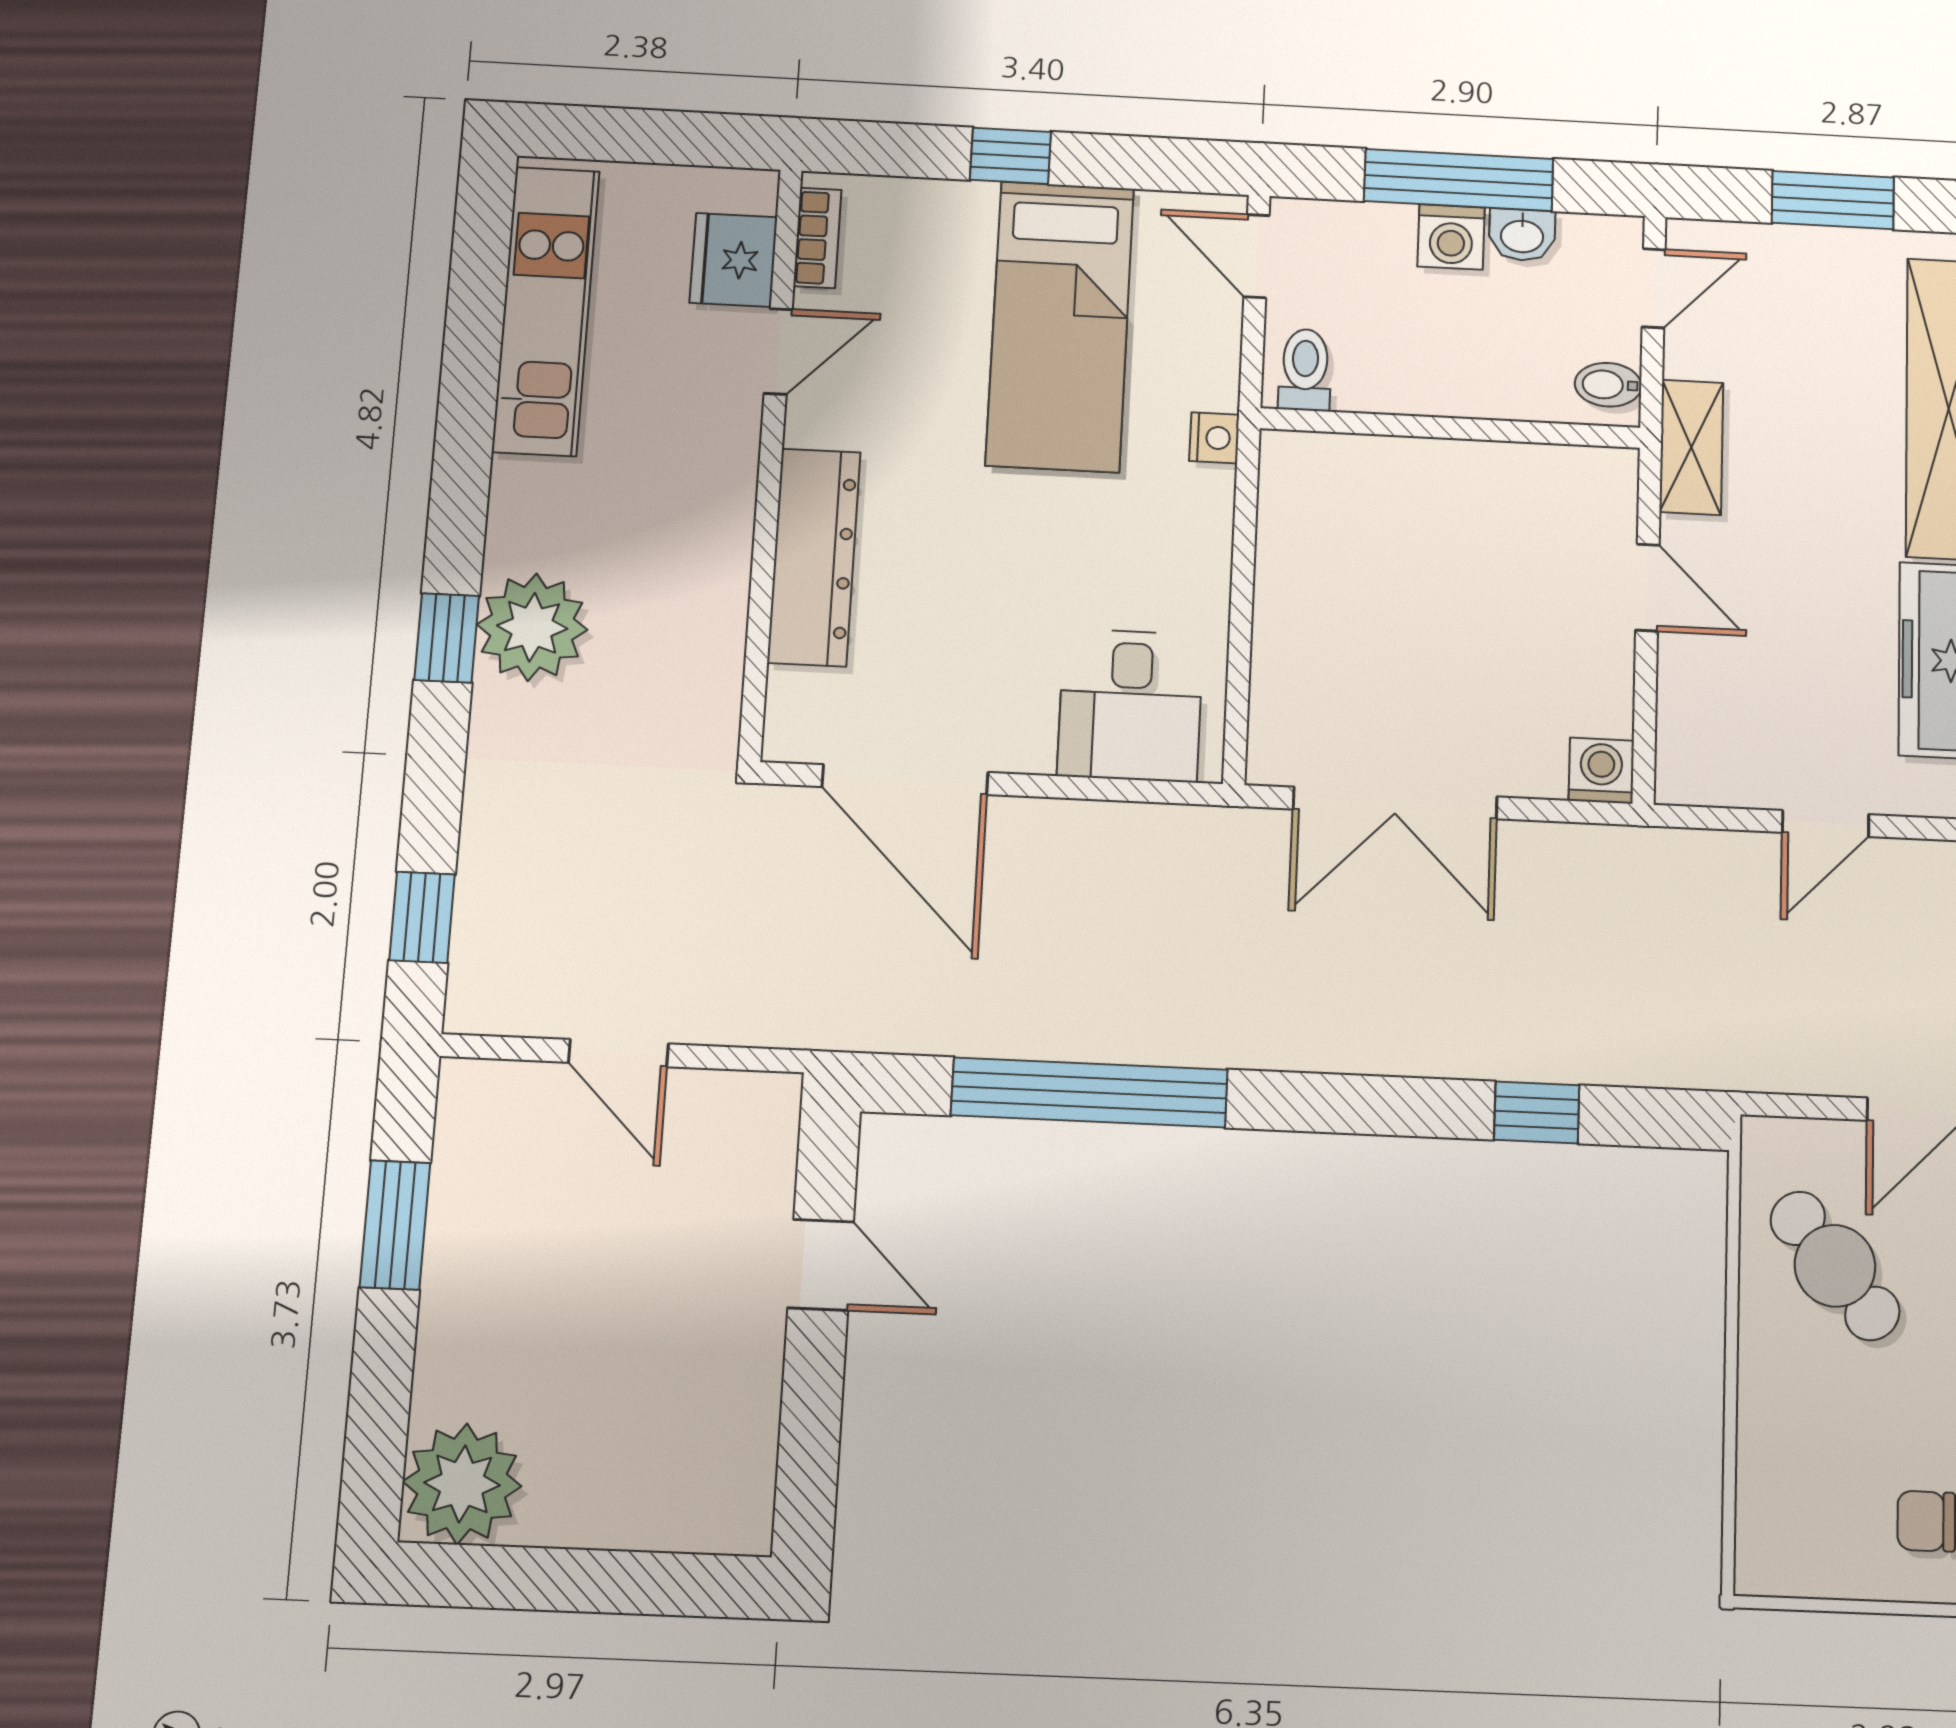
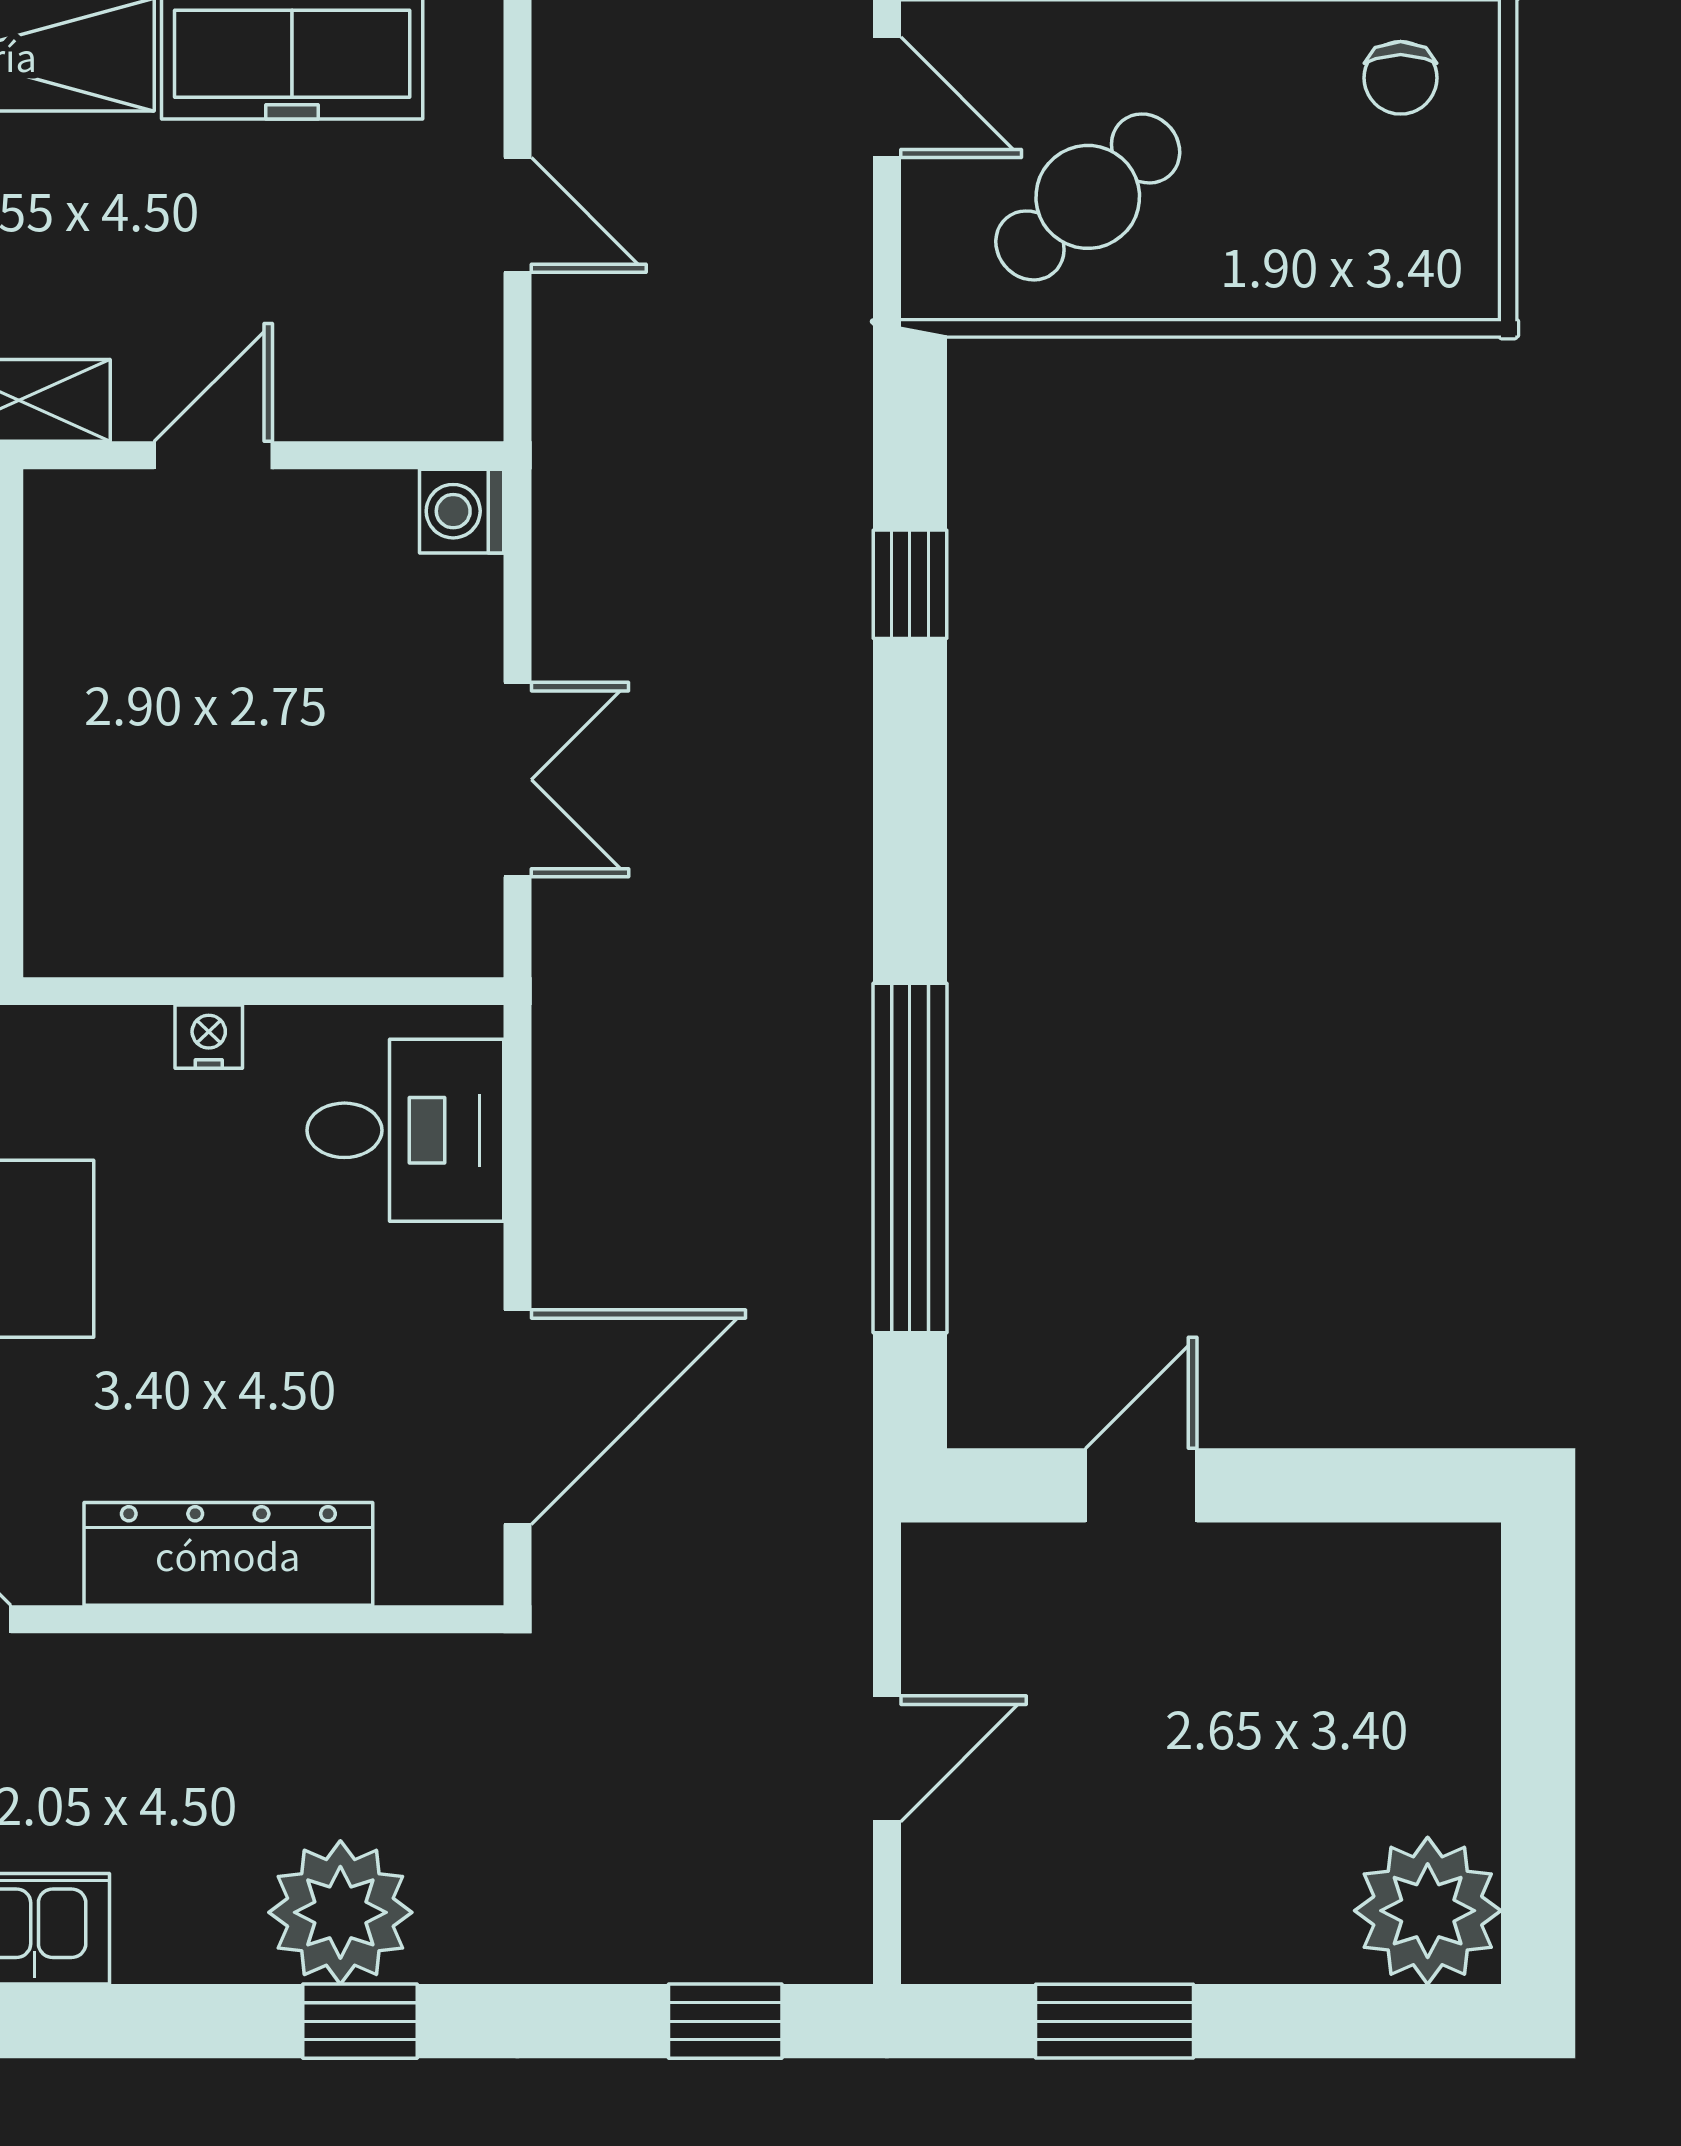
nightstand: (1214, 438) -> (209, 1037), moved
double door: (1395, 803) -> (517, 780), width x0.73

